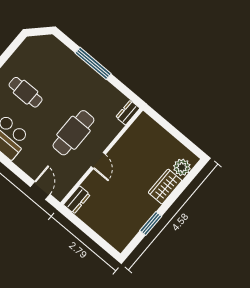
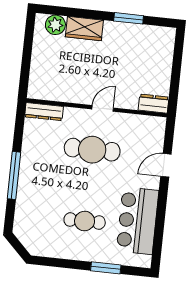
cafe table: (26, 92) -> (85, 221), turned 90
dresser: (128, 113) -> (44, 112), width x1.44
door: (40, 190) -> (166, 165), moved

